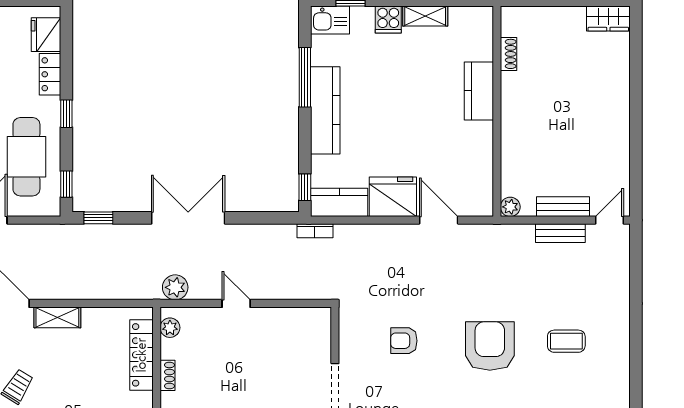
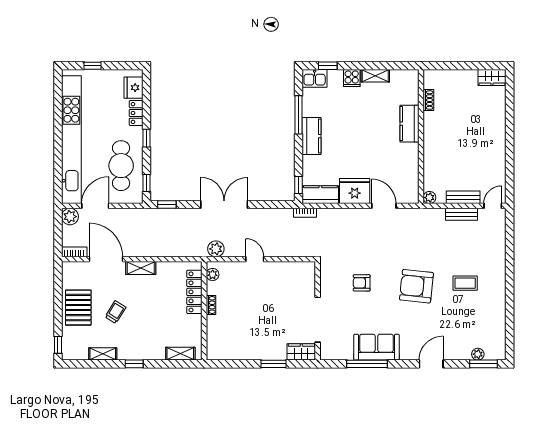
kitchen counter: (325, 110) -> (312, 136), width x0.67
armchair: (490, 346) -> (416, 286), turned -84

